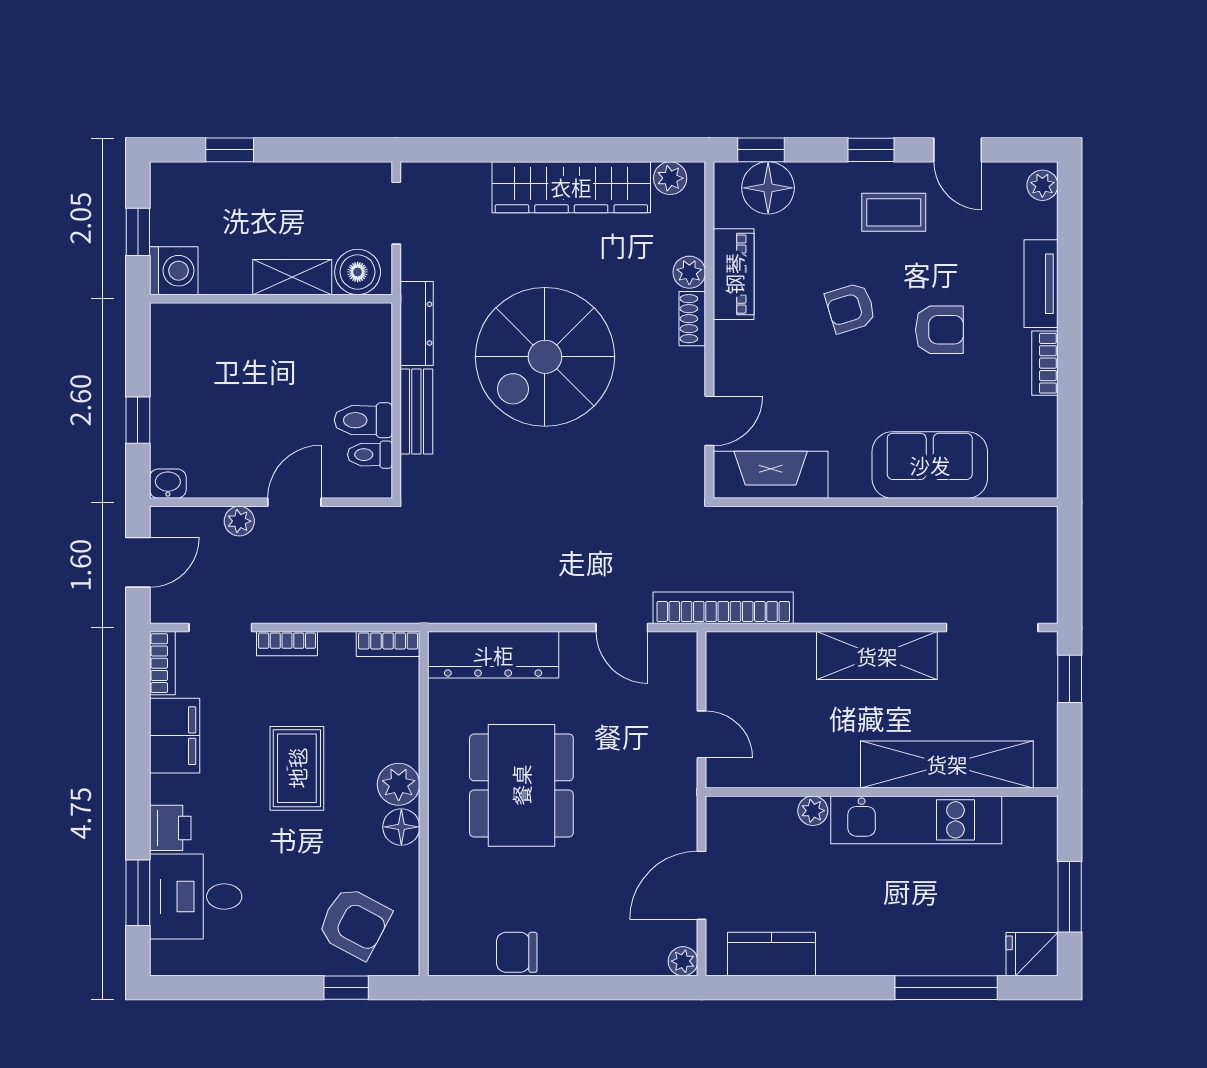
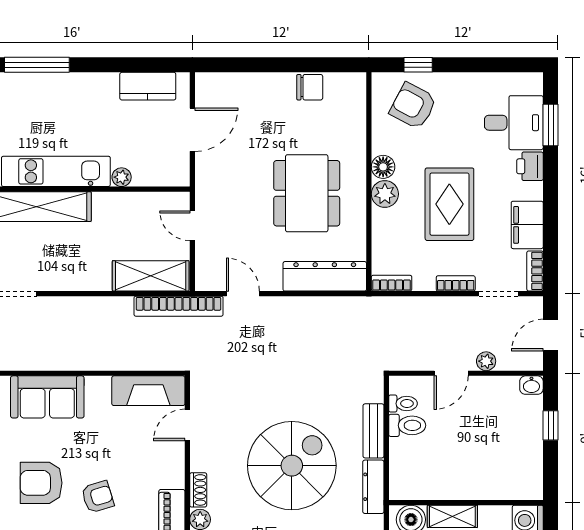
armchair: (939, 330) -> (41, 483), width x1.38, depth x1.38
shelving: (877, 656) -> (151, 276), moved
rug: (297, 768) -> (449, 204), width x1.36, depth x1.43
plant: (683, 961) -> (204, 82), removed

